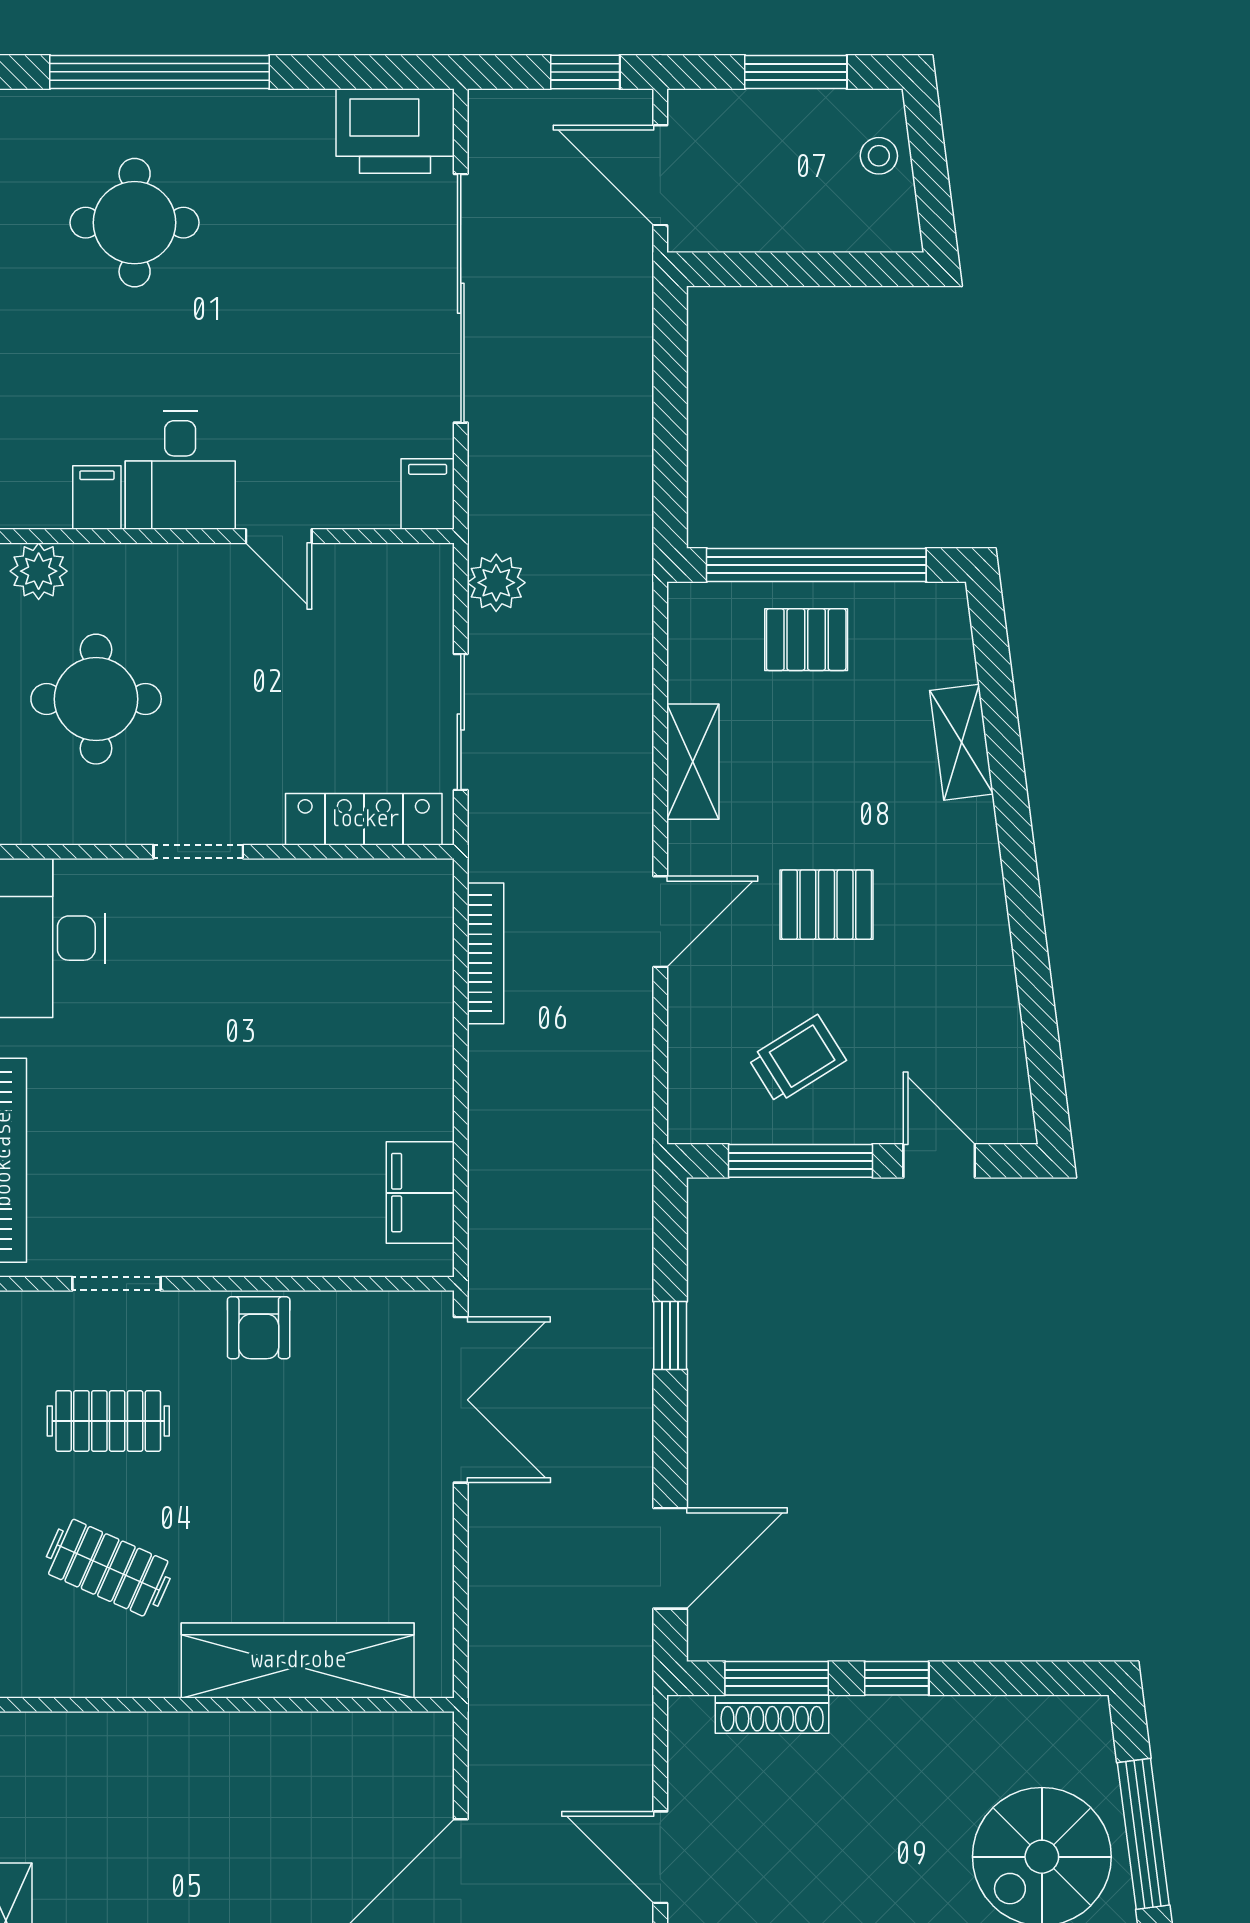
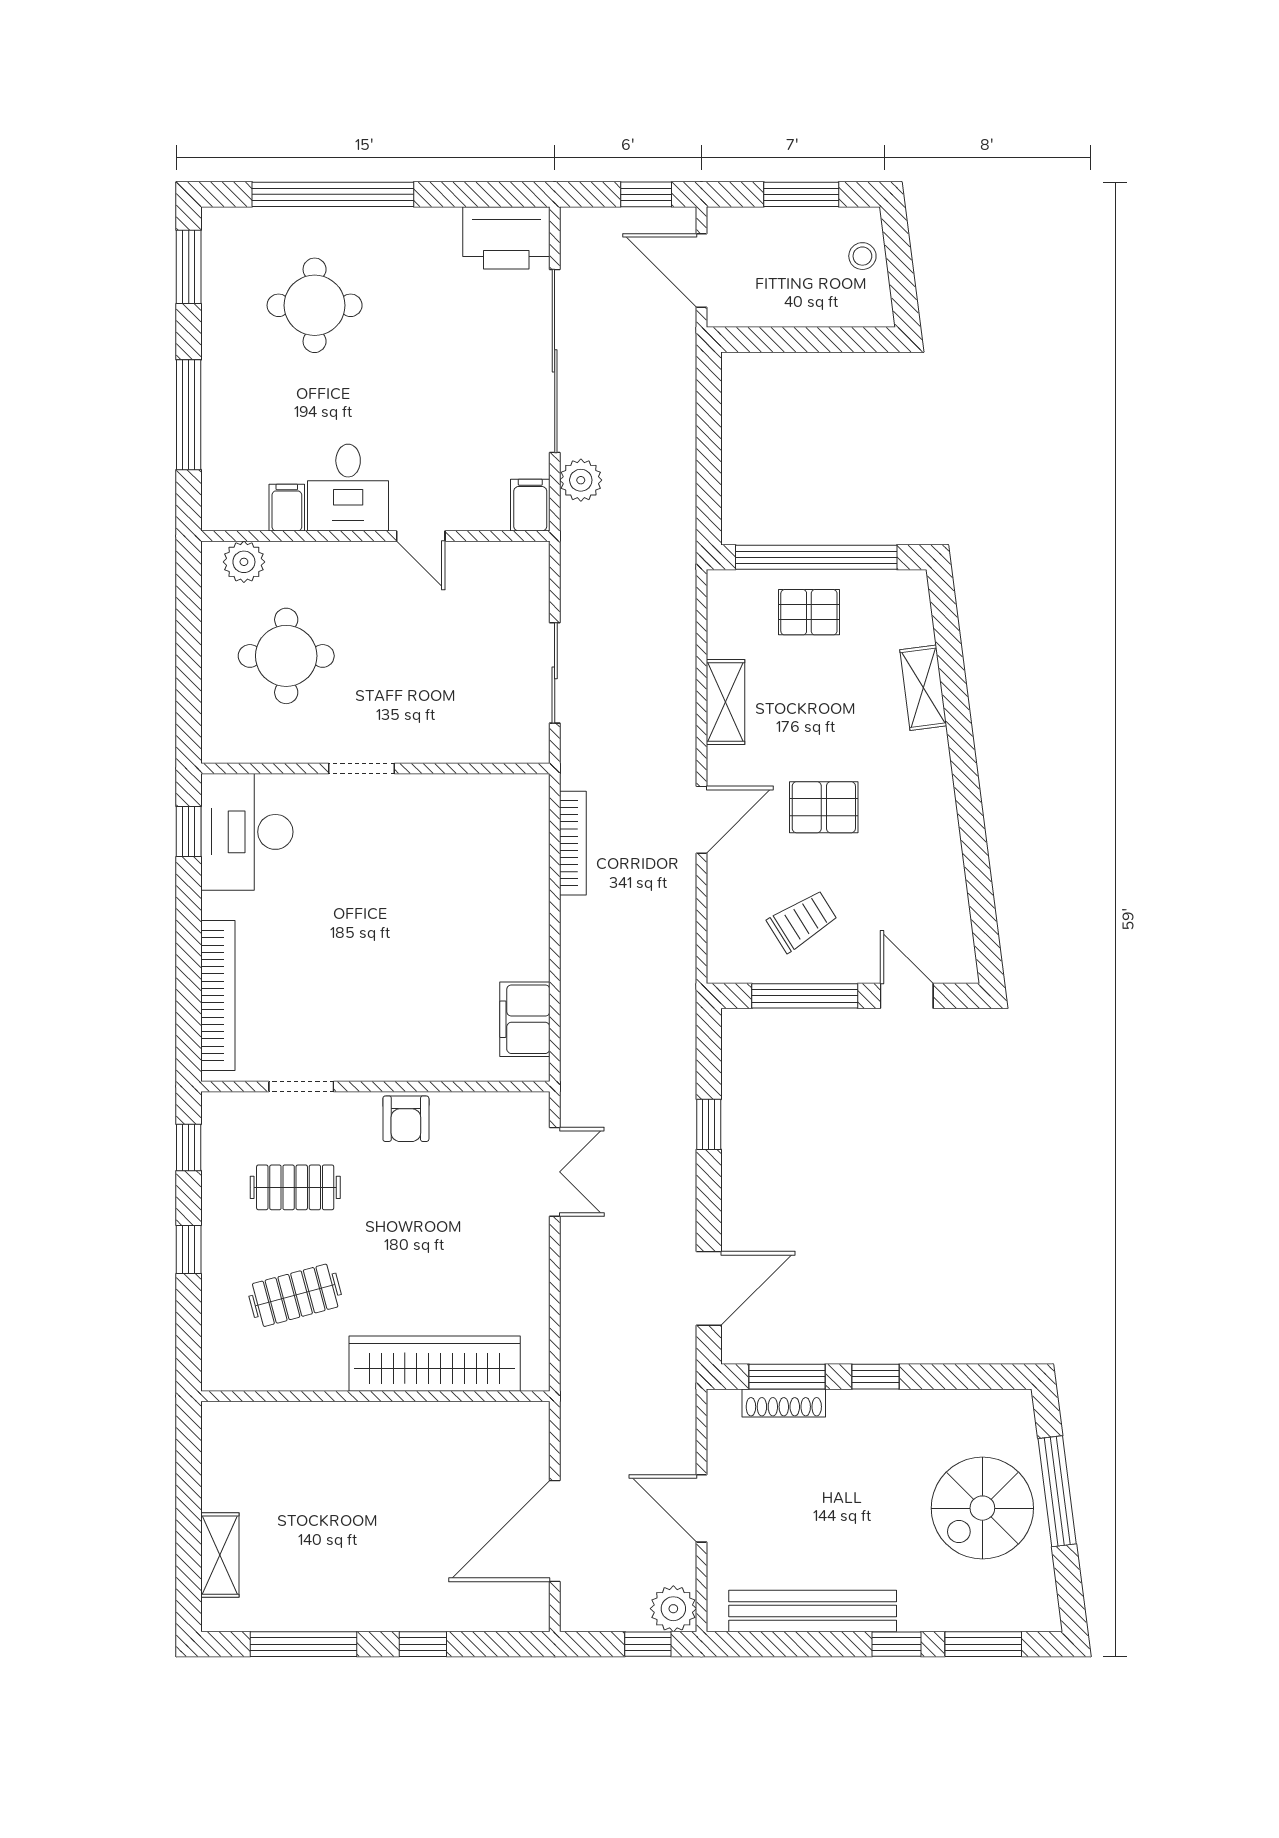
plant: (496, 583) -> (581, 480), moved
locker: (364, 819) -> (483, 744), removed
double door: (461, 1400) -> (555, 1172), width x0.73
clothes rail: (108, 1568) -> (295, 1295), turned -39

